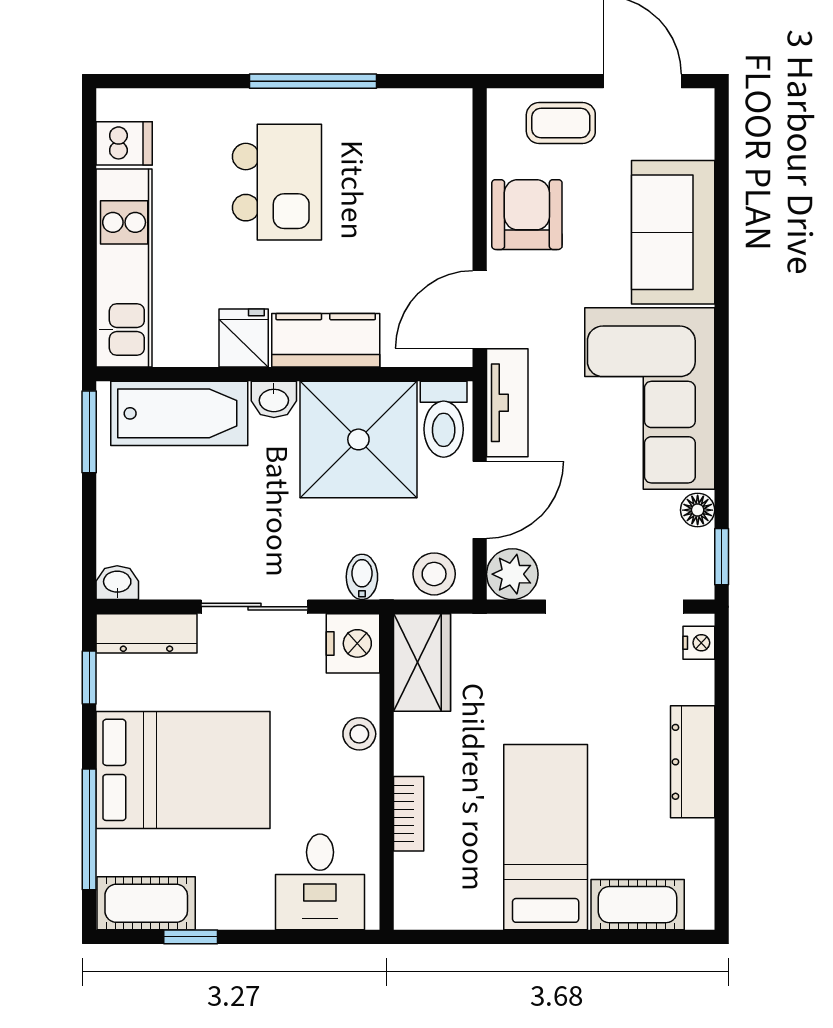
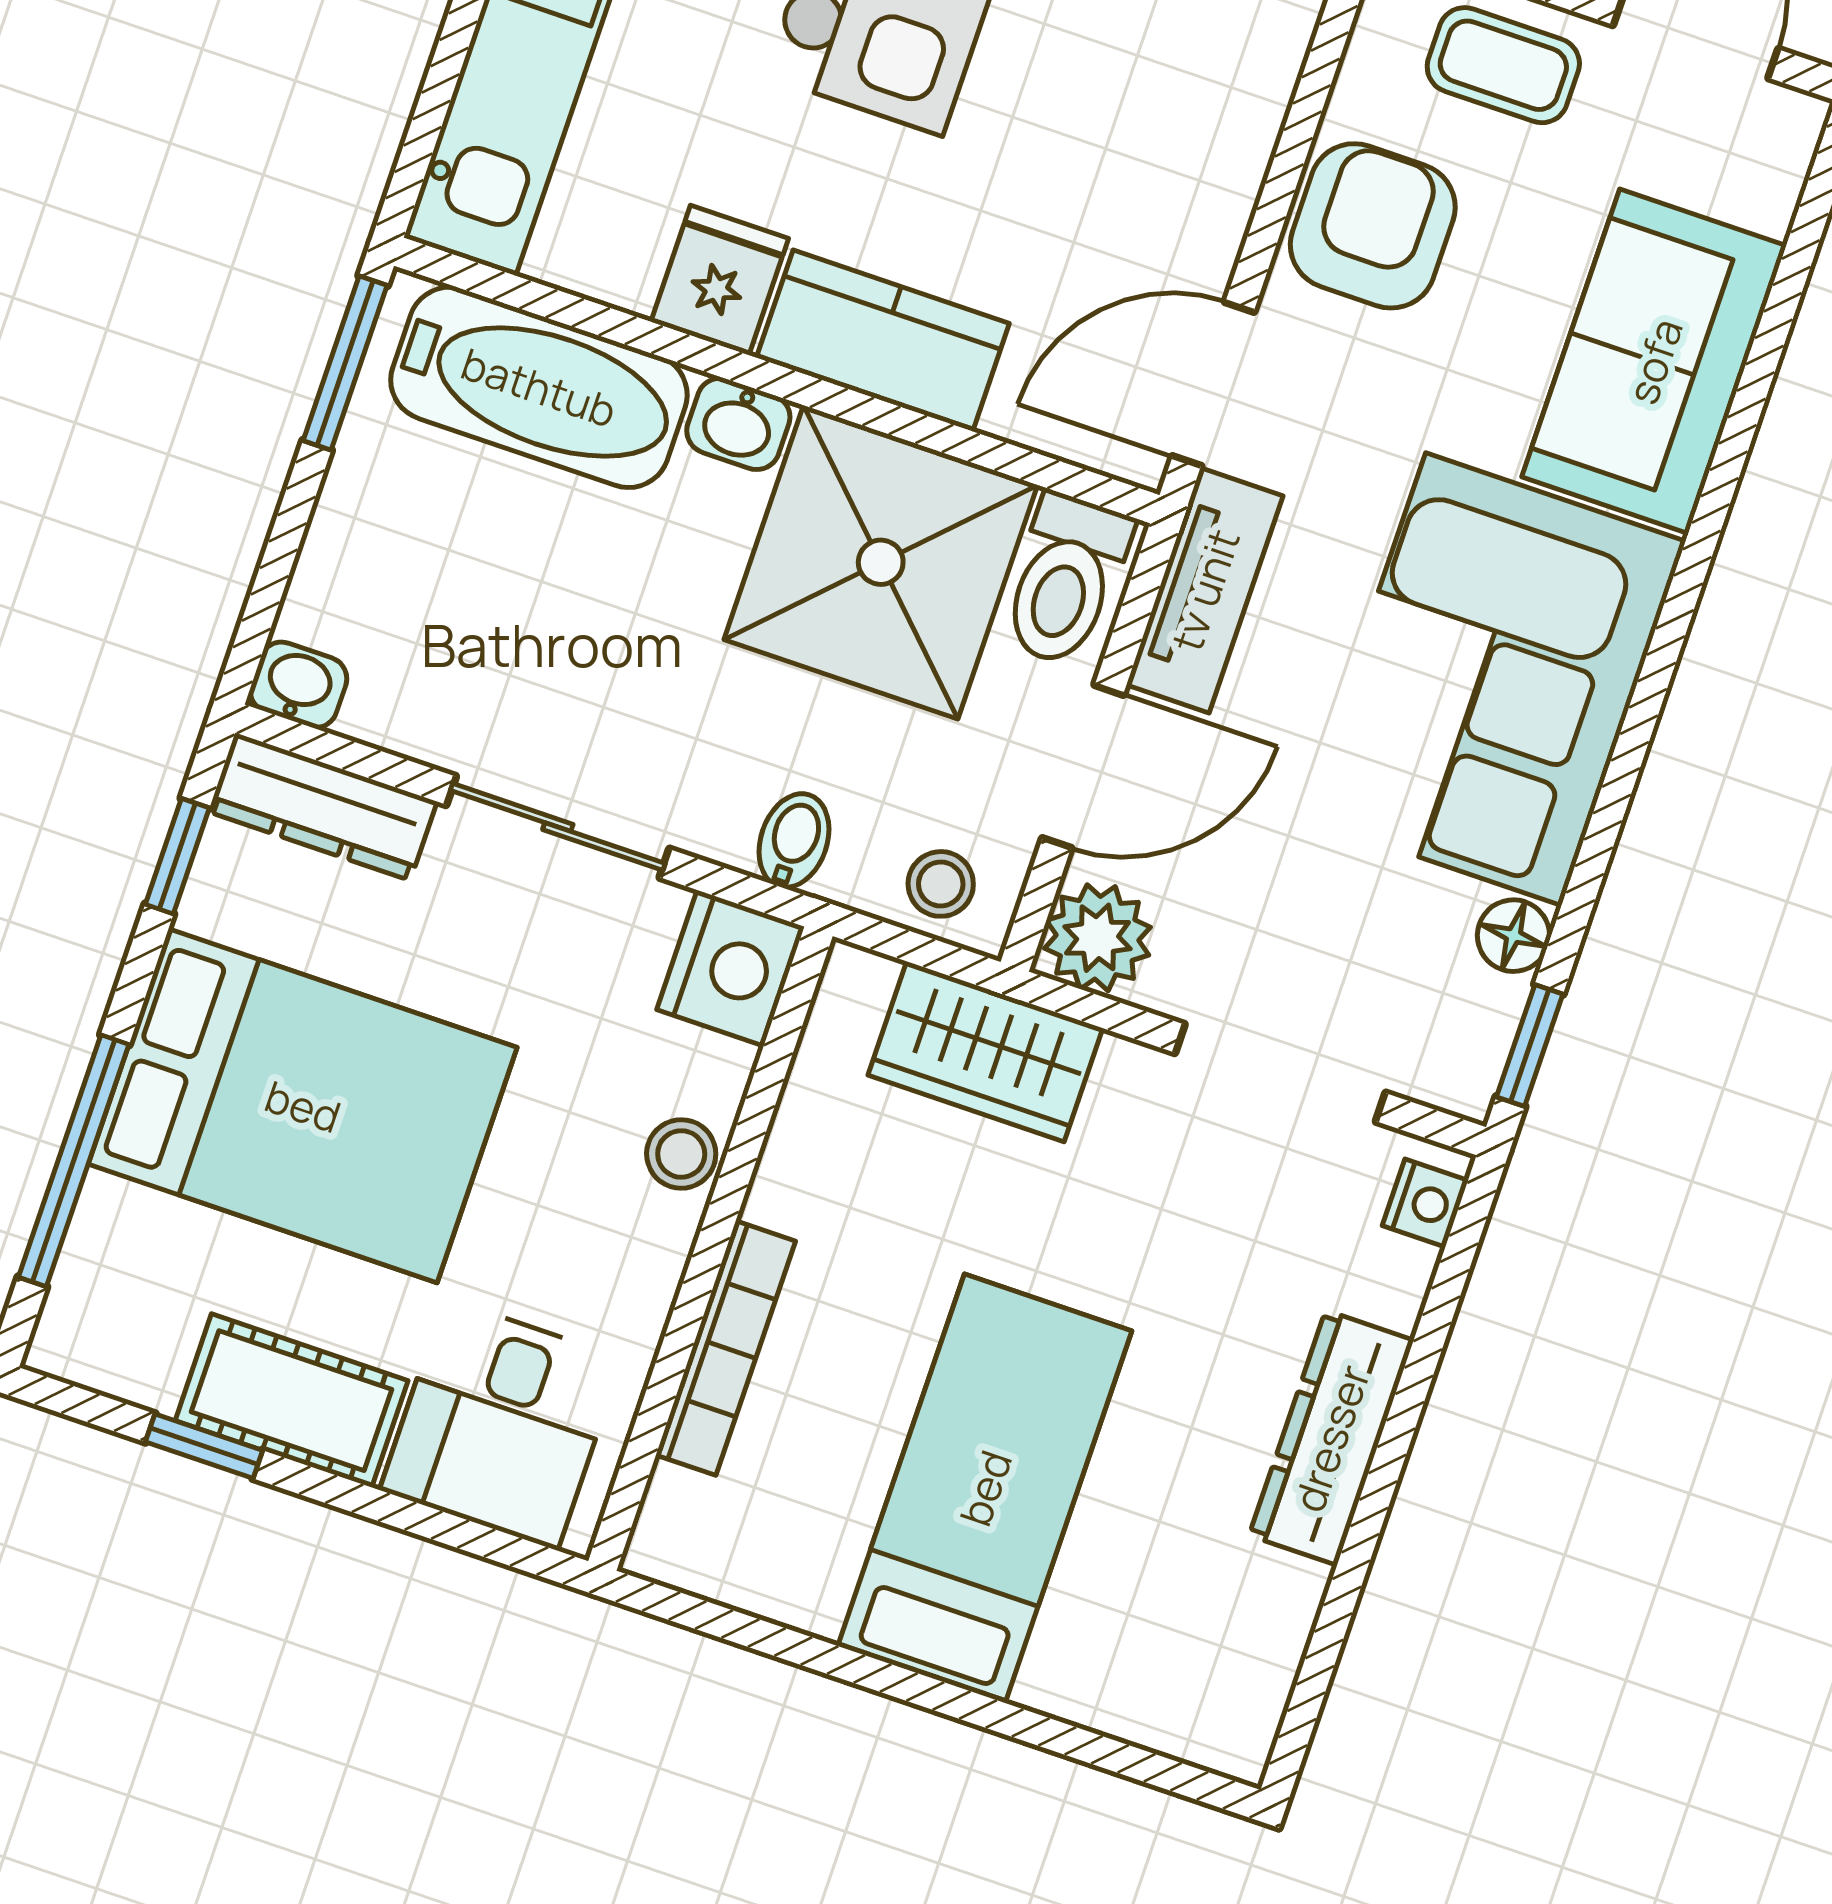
stool: (434, 574) -> (941, 884), width x0.73, depth x0.73
doorway: (614, 607) -> (1280, 1073), width x0.73
wardrobe: (422, 663) -> (985, 1052), moved, turned 90
bookcase: (409, 814) -> (726, 1348), width x1.56
cot: (146, 903) -> (292, 1401), moved
cot: (638, 905) -> (1123, 1687), removed

